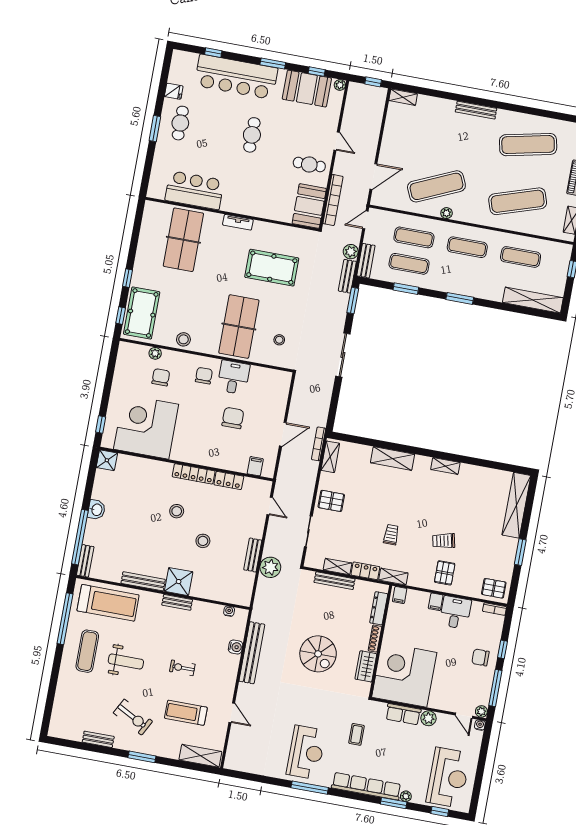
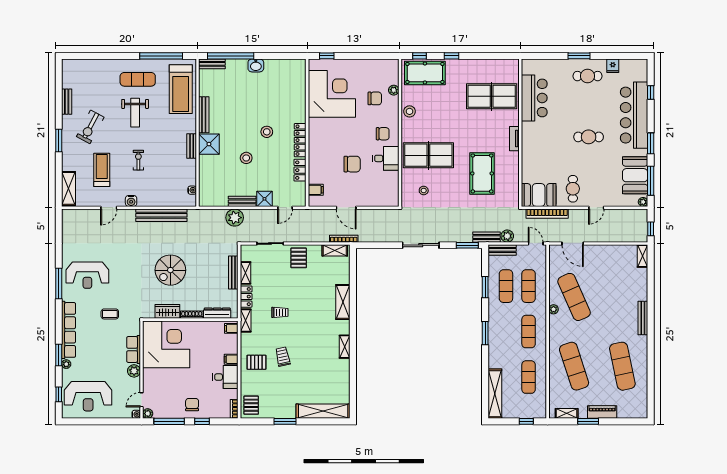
window: (317, 72) -> (651, 181), width x2.17
shower: (107, 460) -> (264, 199), moved
water cooler: (236, 647) -> (131, 201), moved

